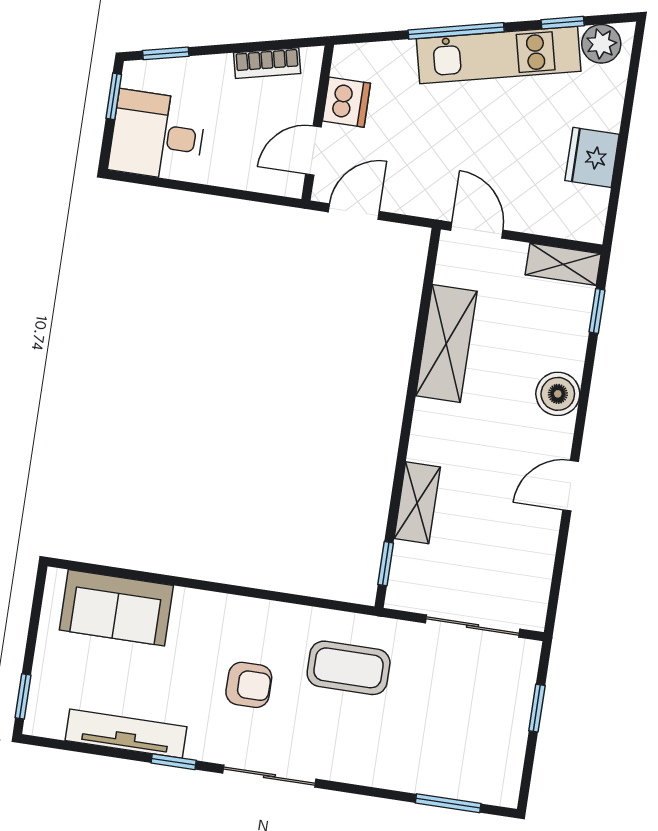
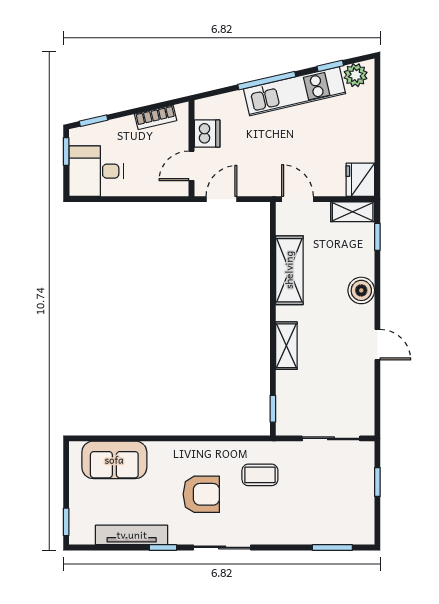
fridge: (592, 157) -> (360, 180), moved
door: (571, 486) -> (377, 345), swing flipped
shelving: (417, 503) -> (286, 346), moved
coffee table: (349, 668) -> (260, 475), width x0.73, depth x0.77
armchair: (249, 685) -> (201, 494), width x1.38, depth x1.38

